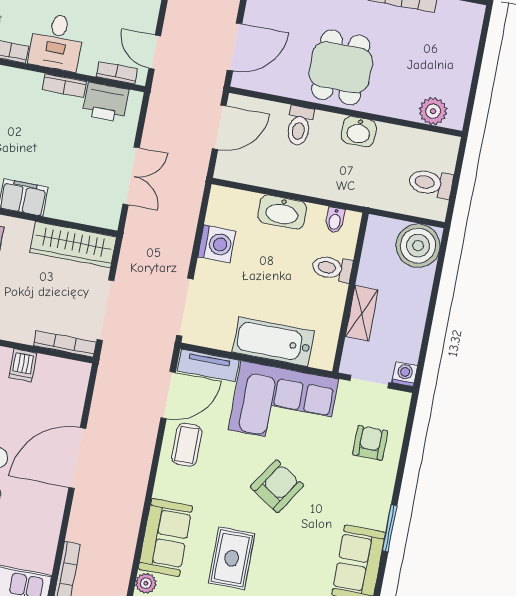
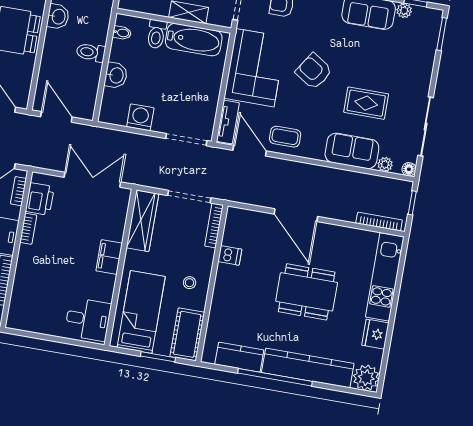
toilet: (299, 126) -> (91, 52), moved, turned 180
double door: (131, 176) -> (92, 180), width x1.37
washbasin: (282, 212) -> (116, 75), width x0.72
bathtub: (273, 342) -> (194, 40), moved, turned -90

